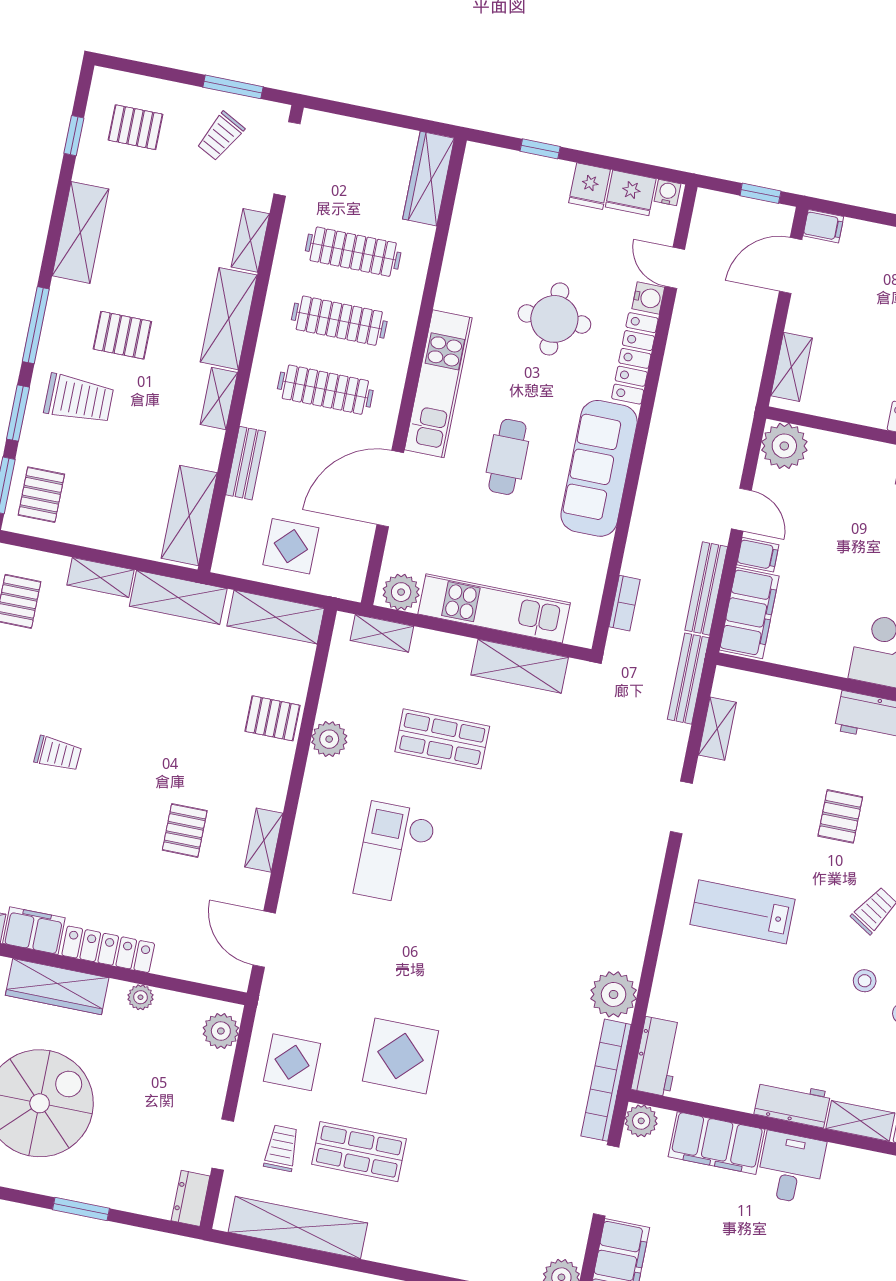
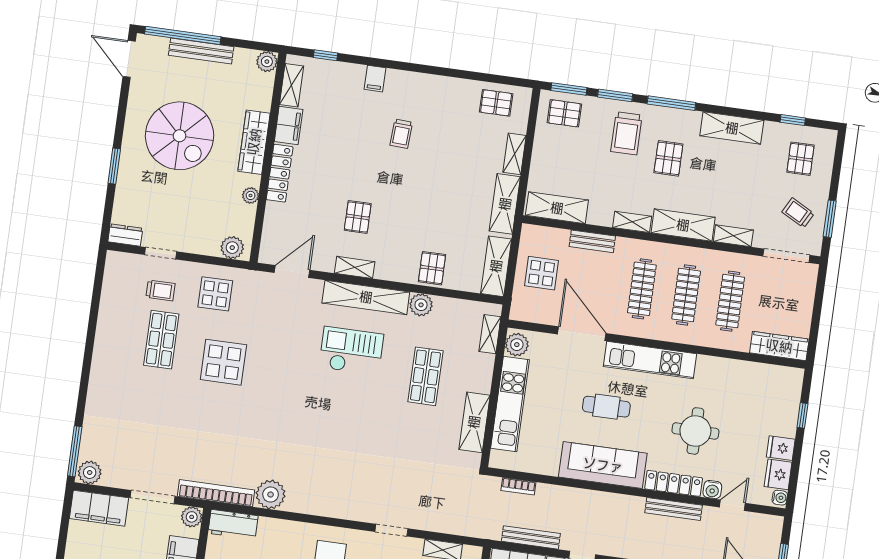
bench: (688, 679) -> (674, 509), moved
pallet: (185, 830) -> (358, 217), turned 90
shelving: (298, 1228) -> (366, 297), moved, turned 90

